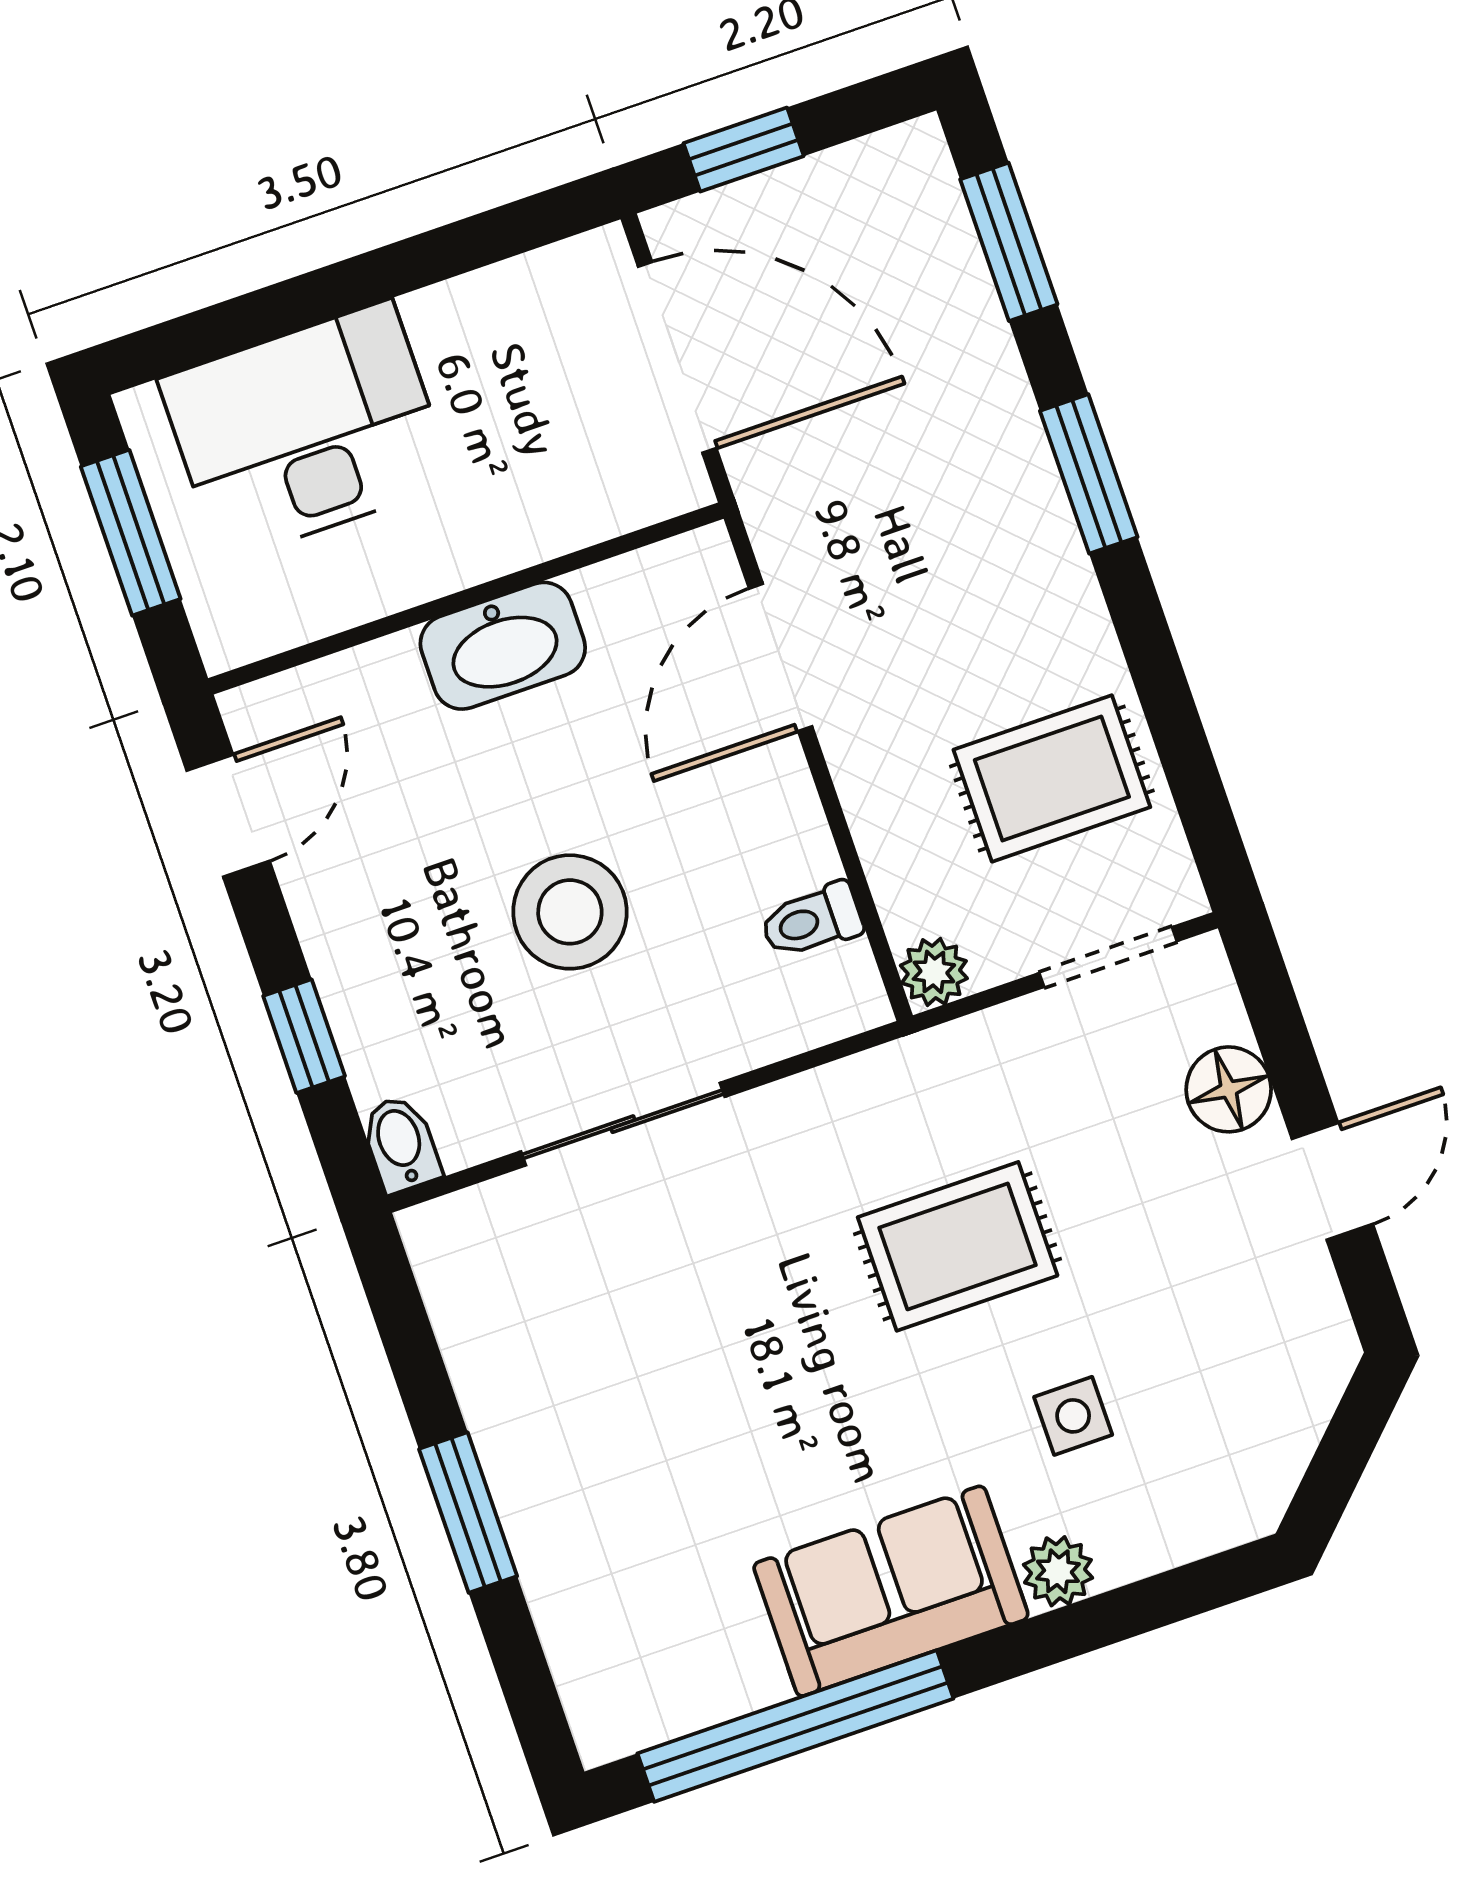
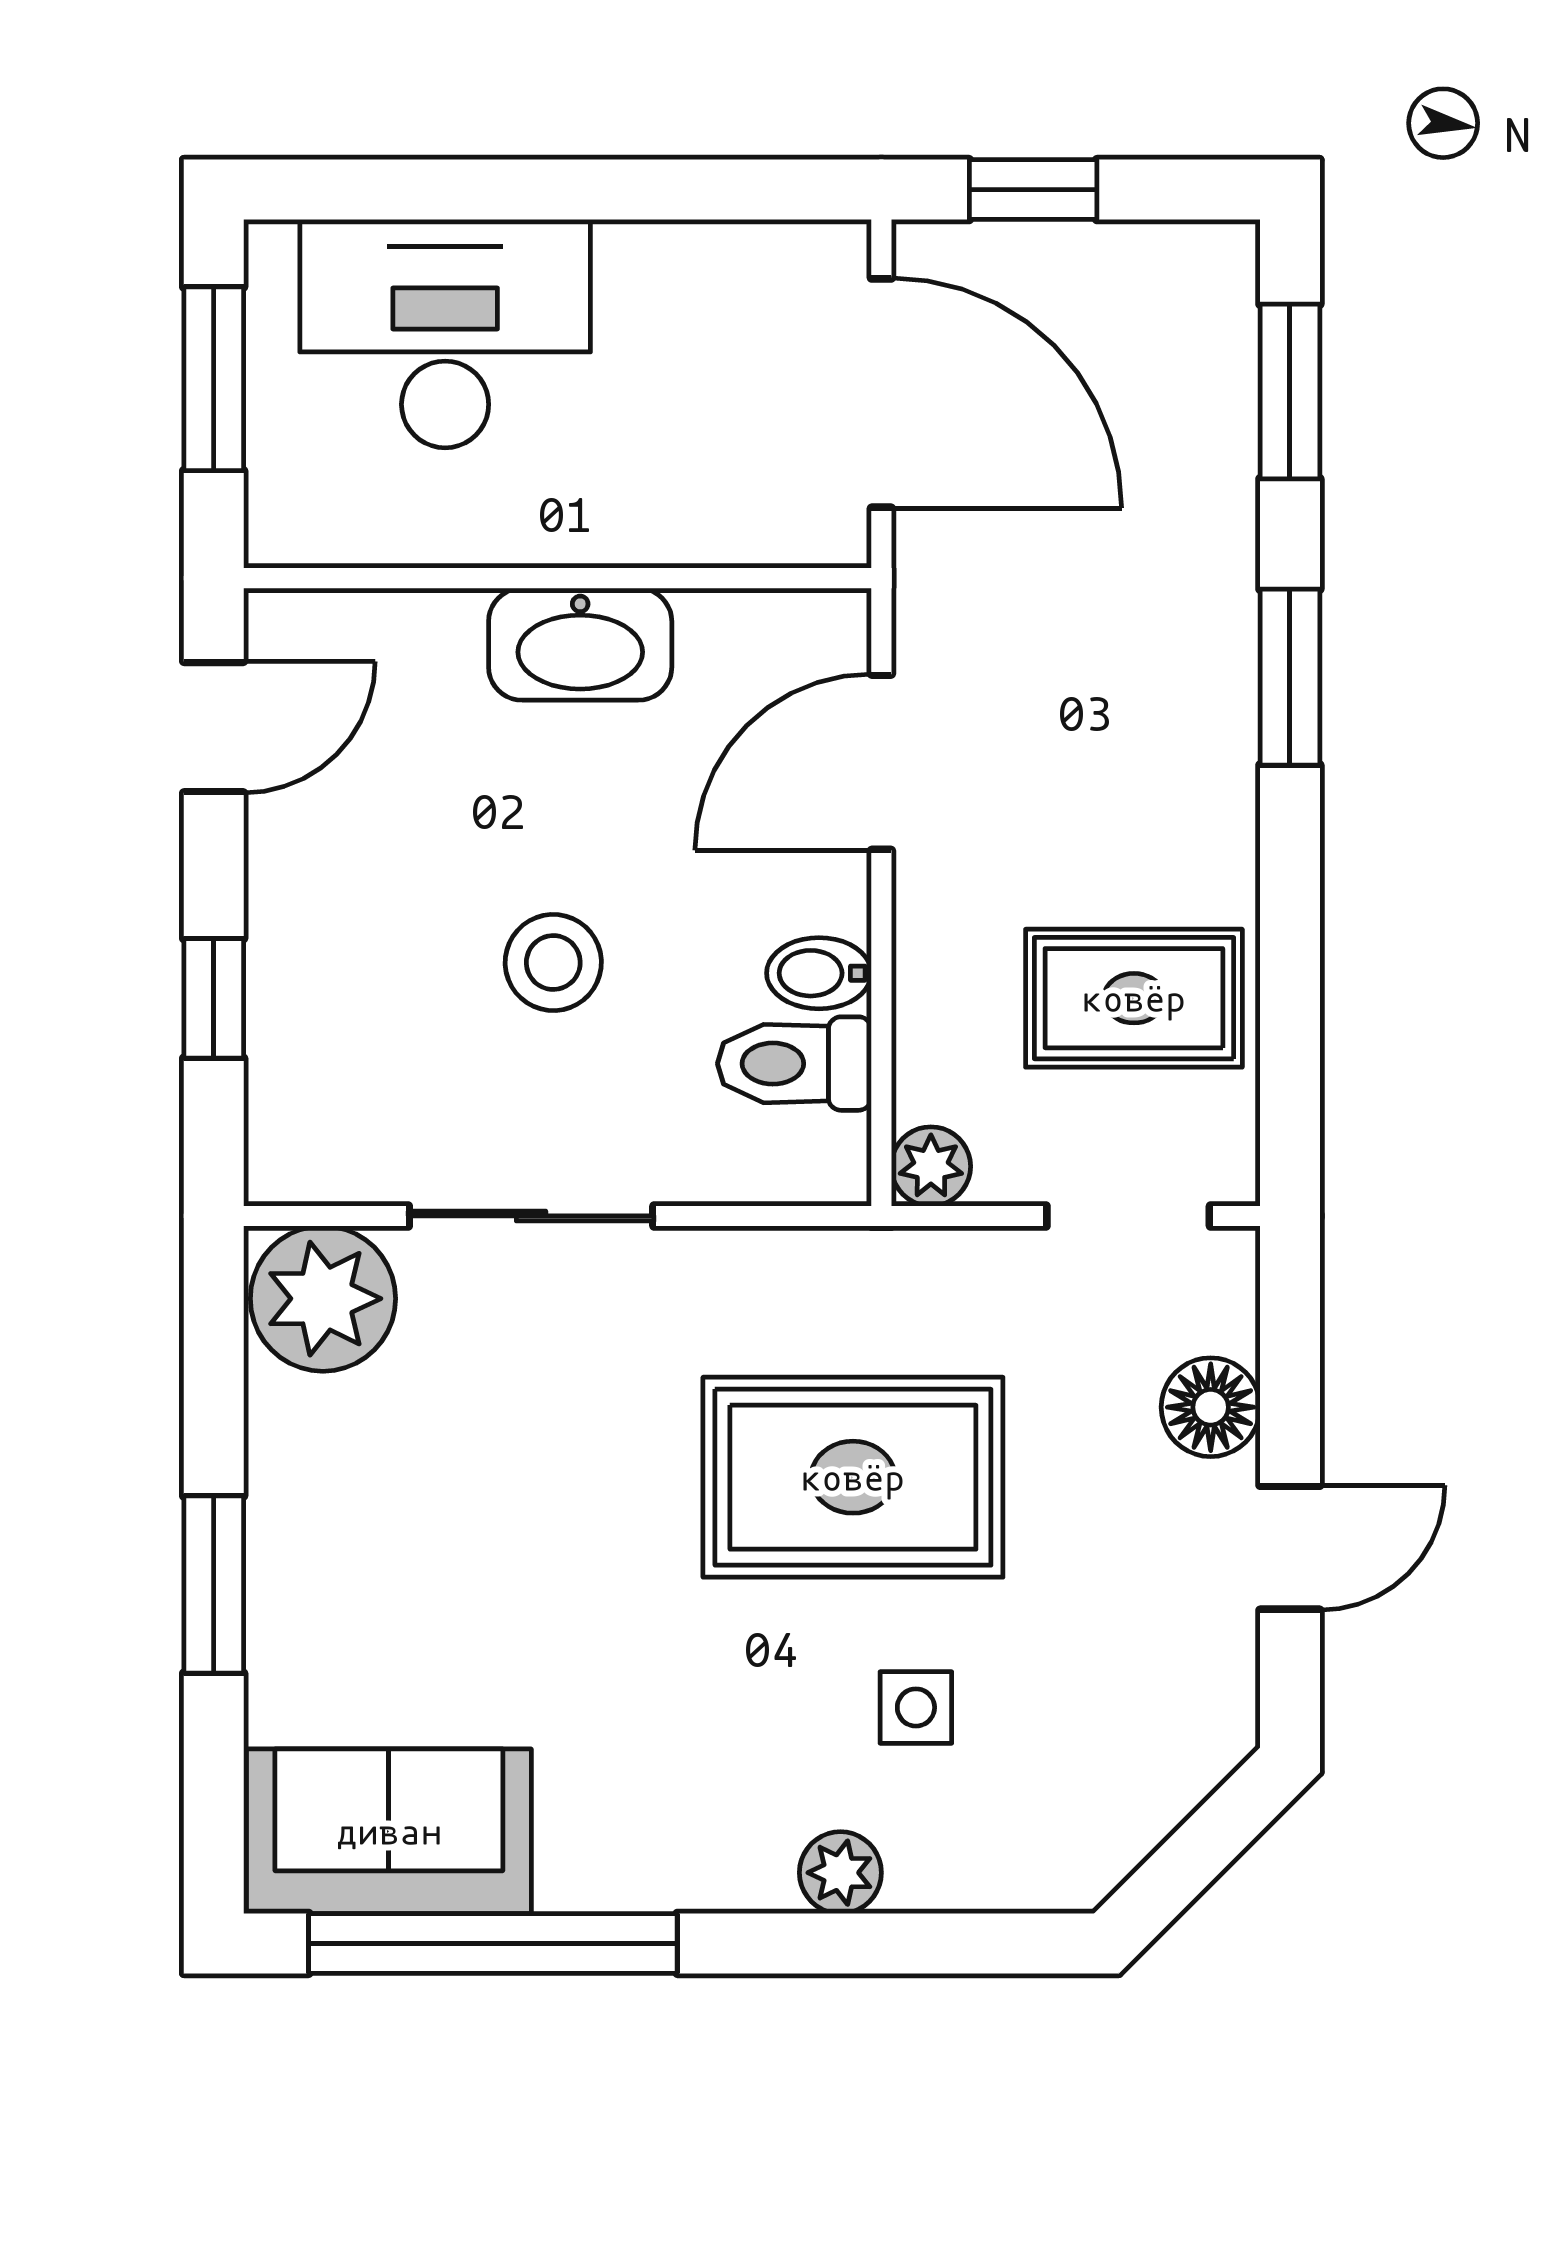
stool: (570, 912) -> (553, 962), width x0.73, depth x0.73
toilet: (812, 921) -> (794, 1064), width x1.37, depth x1.39
bidet: (401, 1144) -> (819, 973), moved, turned -90
rug: (958, 1246) -> (853, 1477), width x1.36, depth x1.43
plant: (477, 1250) -> (323, 1299), added
sofa: (891, 1591) -> (389, 1831), moved

